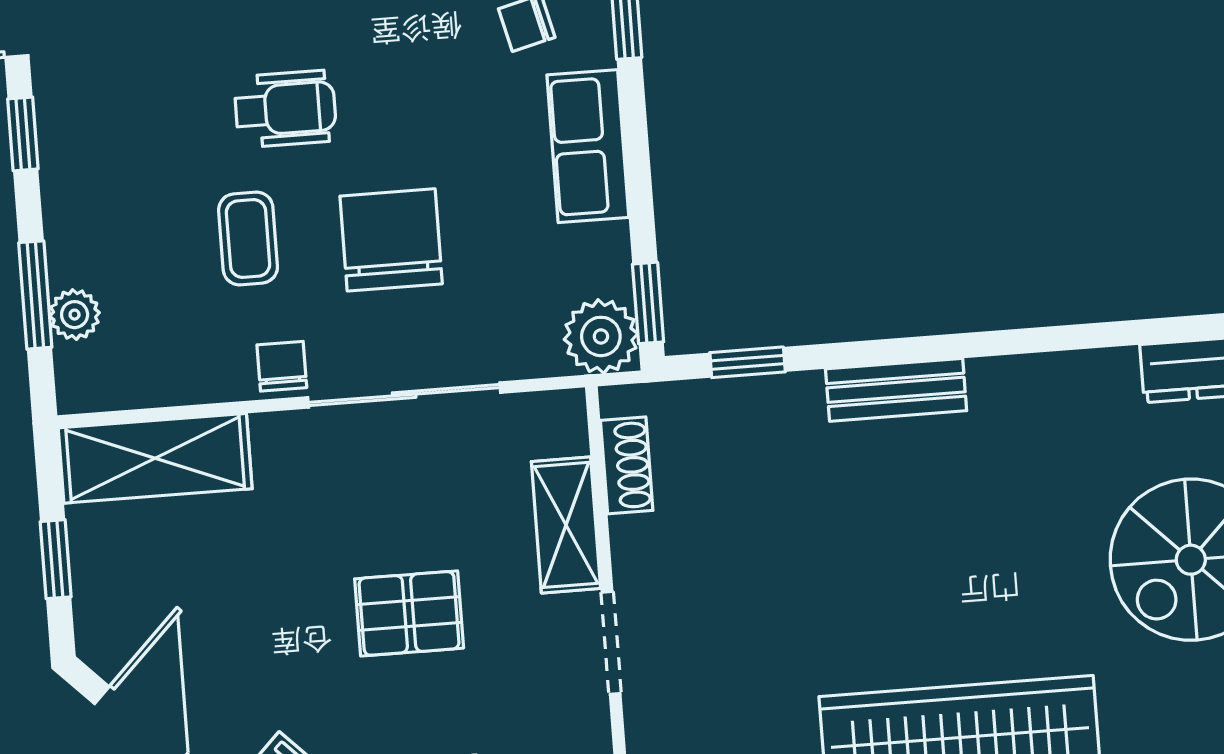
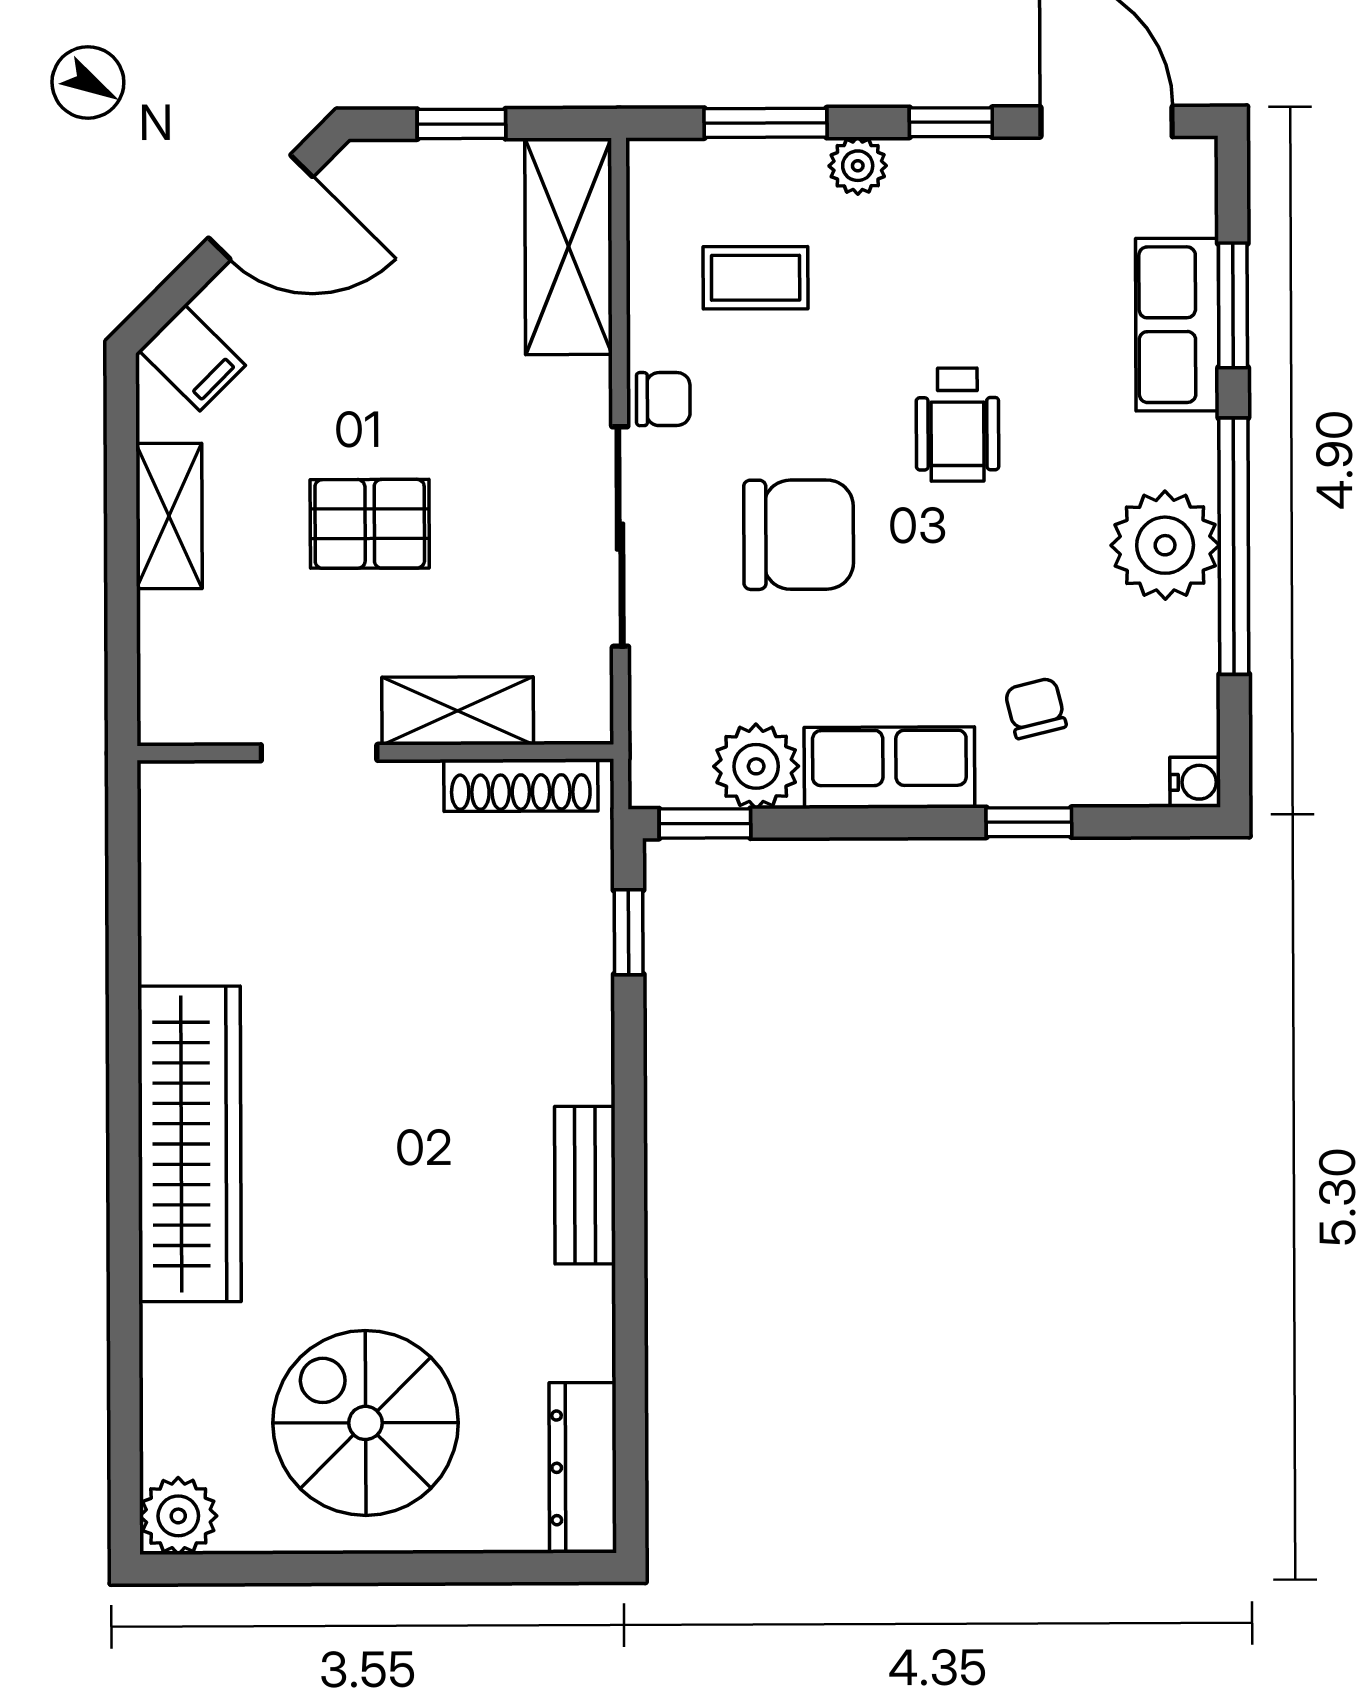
coffee table: (248, 238) -> (756, 278), moved
plant: (75, 315) -> (858, 166), moved
plant: (601, 336) -> (756, 766), moved
bench: (896, 390) -> (585, 1185), moved
shoe rack: (627, 465) -> (521, 785), width x1.43
pallet: (409, 613) -> (370, 524), turned 90

